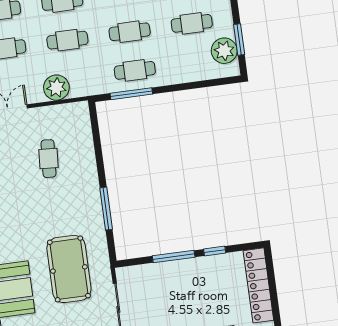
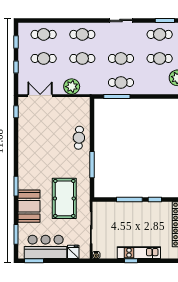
cafe table: (48, 159) -> (79, 138), moved

